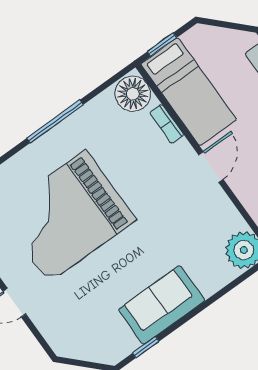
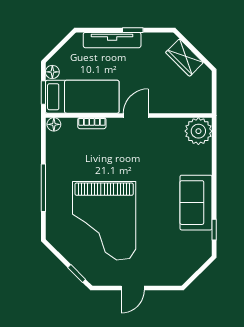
floor lamp: (192, 38) -> (52, 72), added
floor lamp: (133, 94) -> (54, 124), width x0.53, depth x0.53
door: (211, 167) -> (136, 115), hinge flipped

